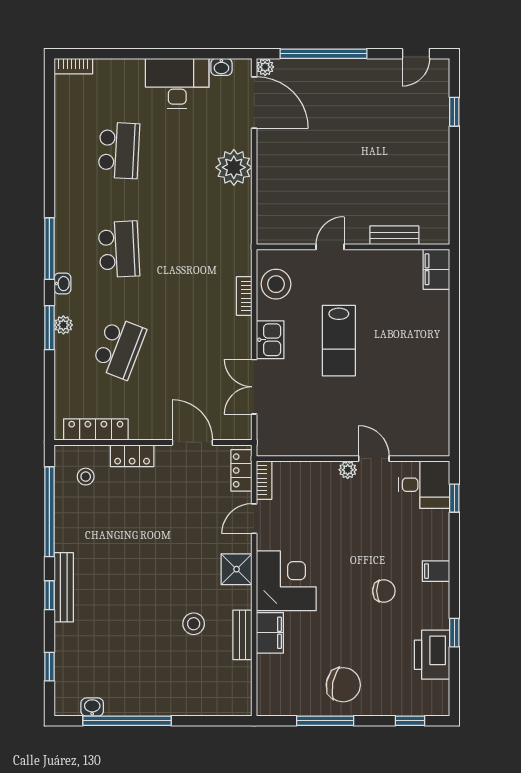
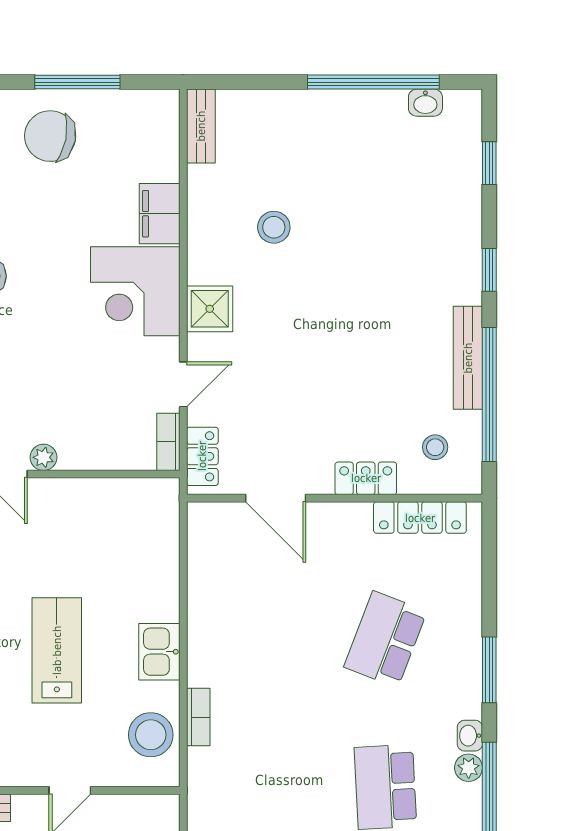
plant: (63, 325) -> (469, 768), moved
double door: (254, 387) -> (183, 581), removed
bench: (64, 587) -> (468, 358), moved
bench: (242, 635) -> (201, 126), moved

